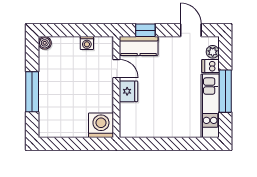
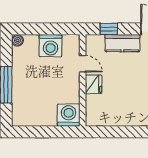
washing machine: (87, 43) -> (50, 46), width x1.89, depth x1.89
kitchen counter: (139, 46) -> (122, 43), moved

